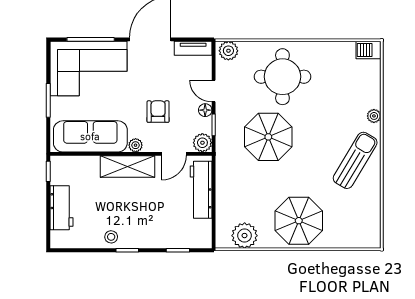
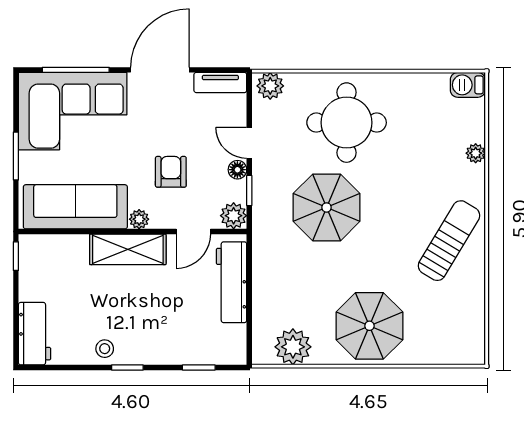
plant: (374, 116) -> (476, 153), moved
workbench: (61, 208) -> (35, 334), moved

